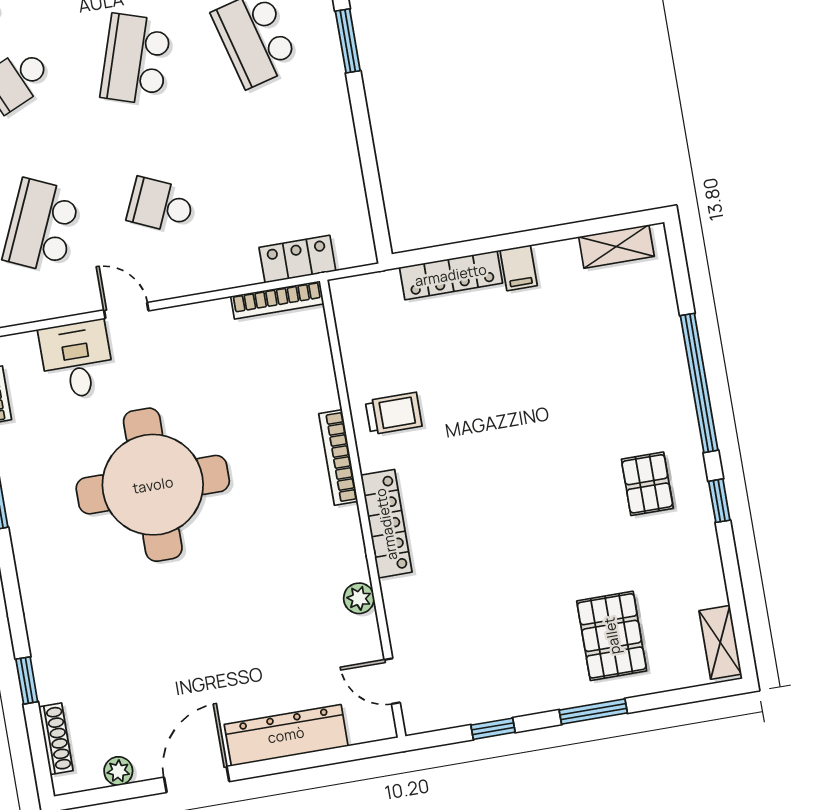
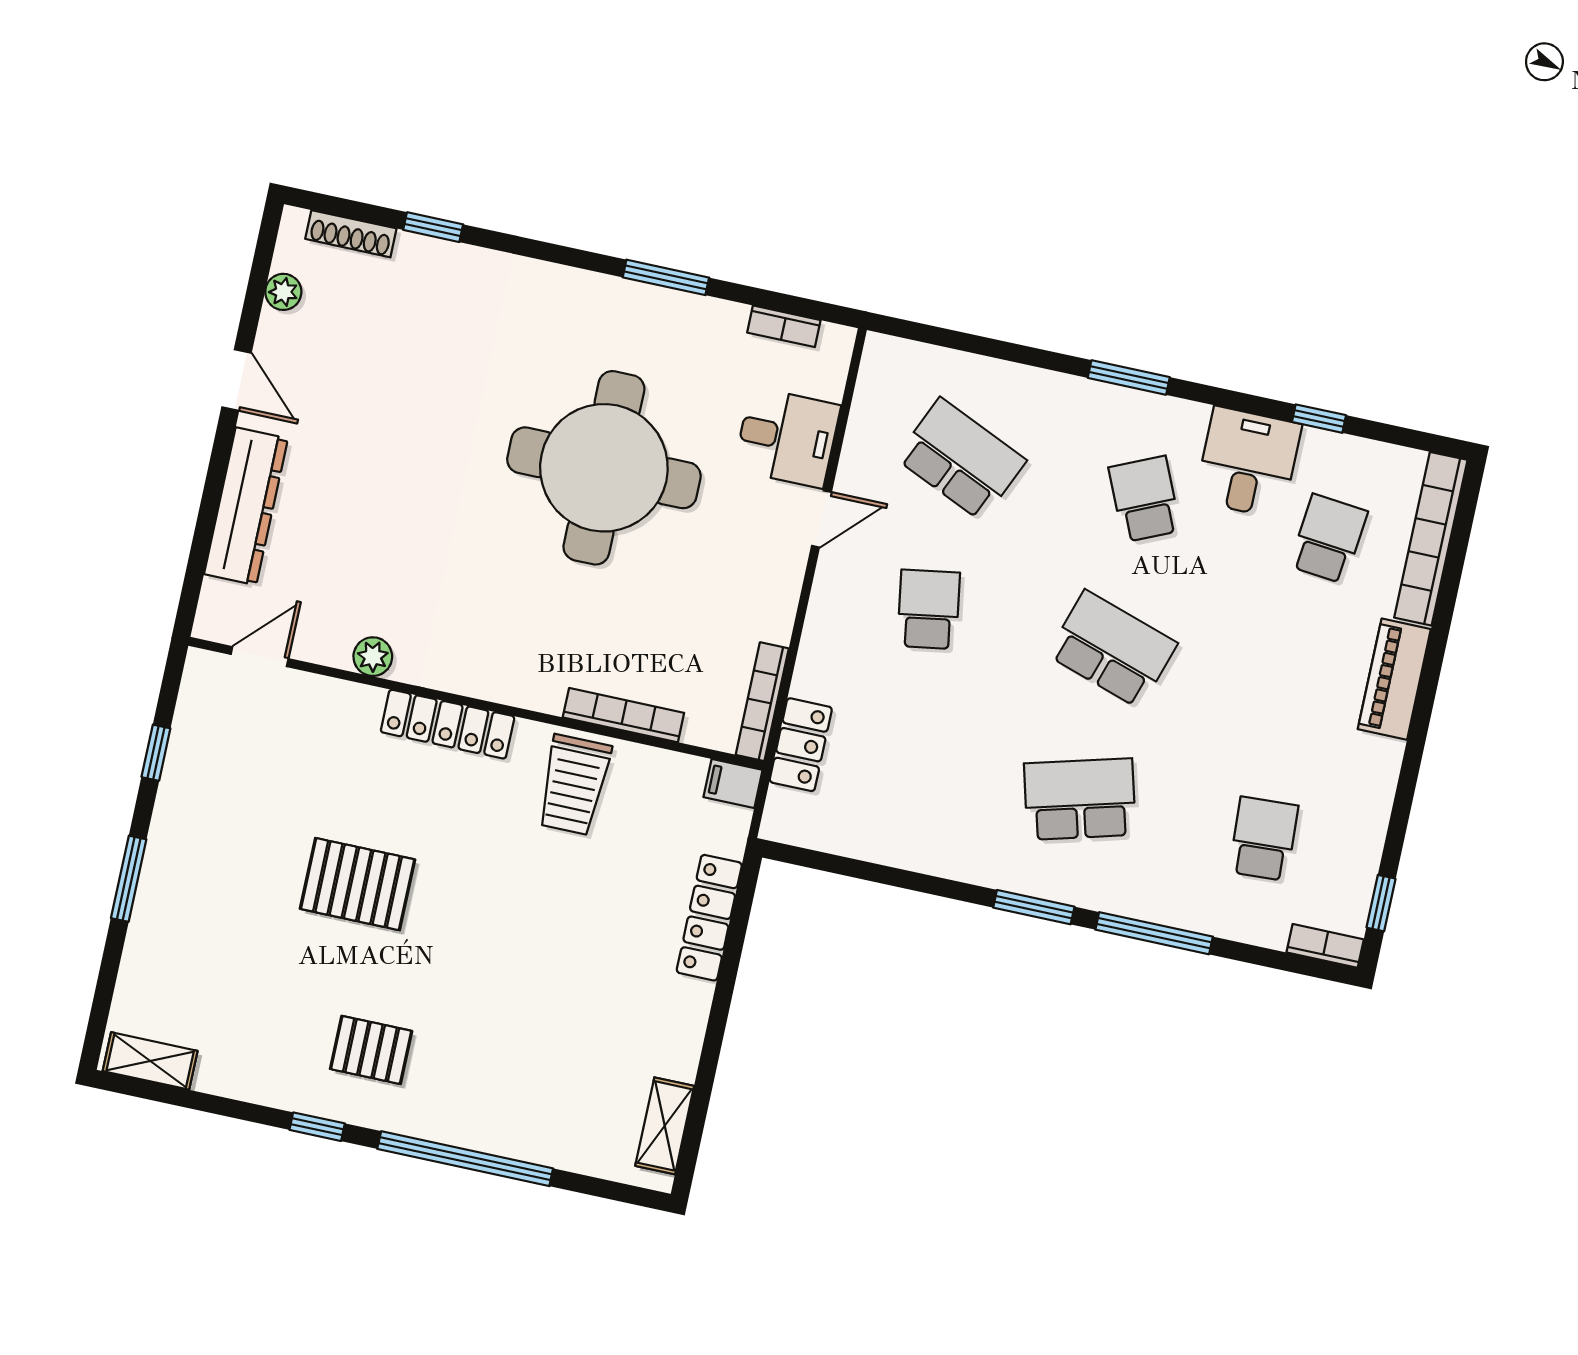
school desk: (161, 205) -> (929, 609), turned -33
filing cabinet: (519, 268) -> (733, 783), moved
trolley: (394, 413) -> (574, 785), width x1.36, depth x1.39
bookcase: (338, 457) -> (623, 715), moved
pallet: (612, 636) -> (358, 884), moved
door: (197, 779) -> (237, 380), width x0.73

